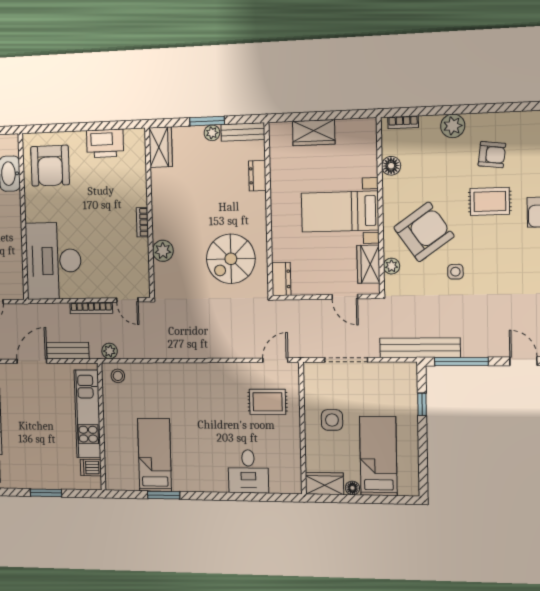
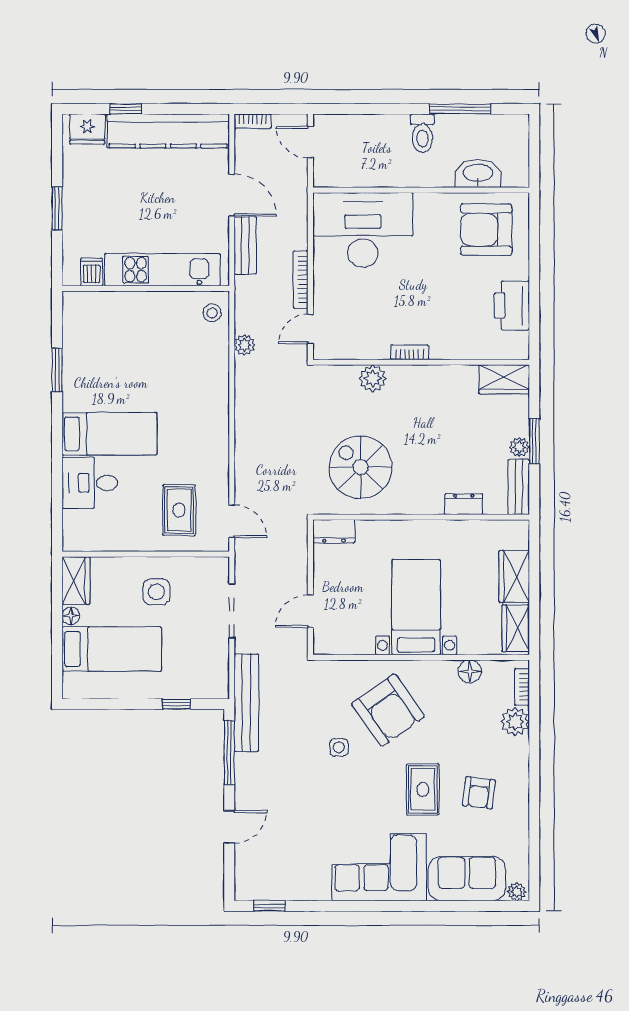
plant: (453, 126) -> (515, 722), moved
wardrobe: (368, 264) -> (516, 628), moved, turned -90
plant: (392, 266) -> (347, 670), removed
plant: (110, 351) -> (245, 345), moved
bed: (154, 455) -> (109, 434), moved

